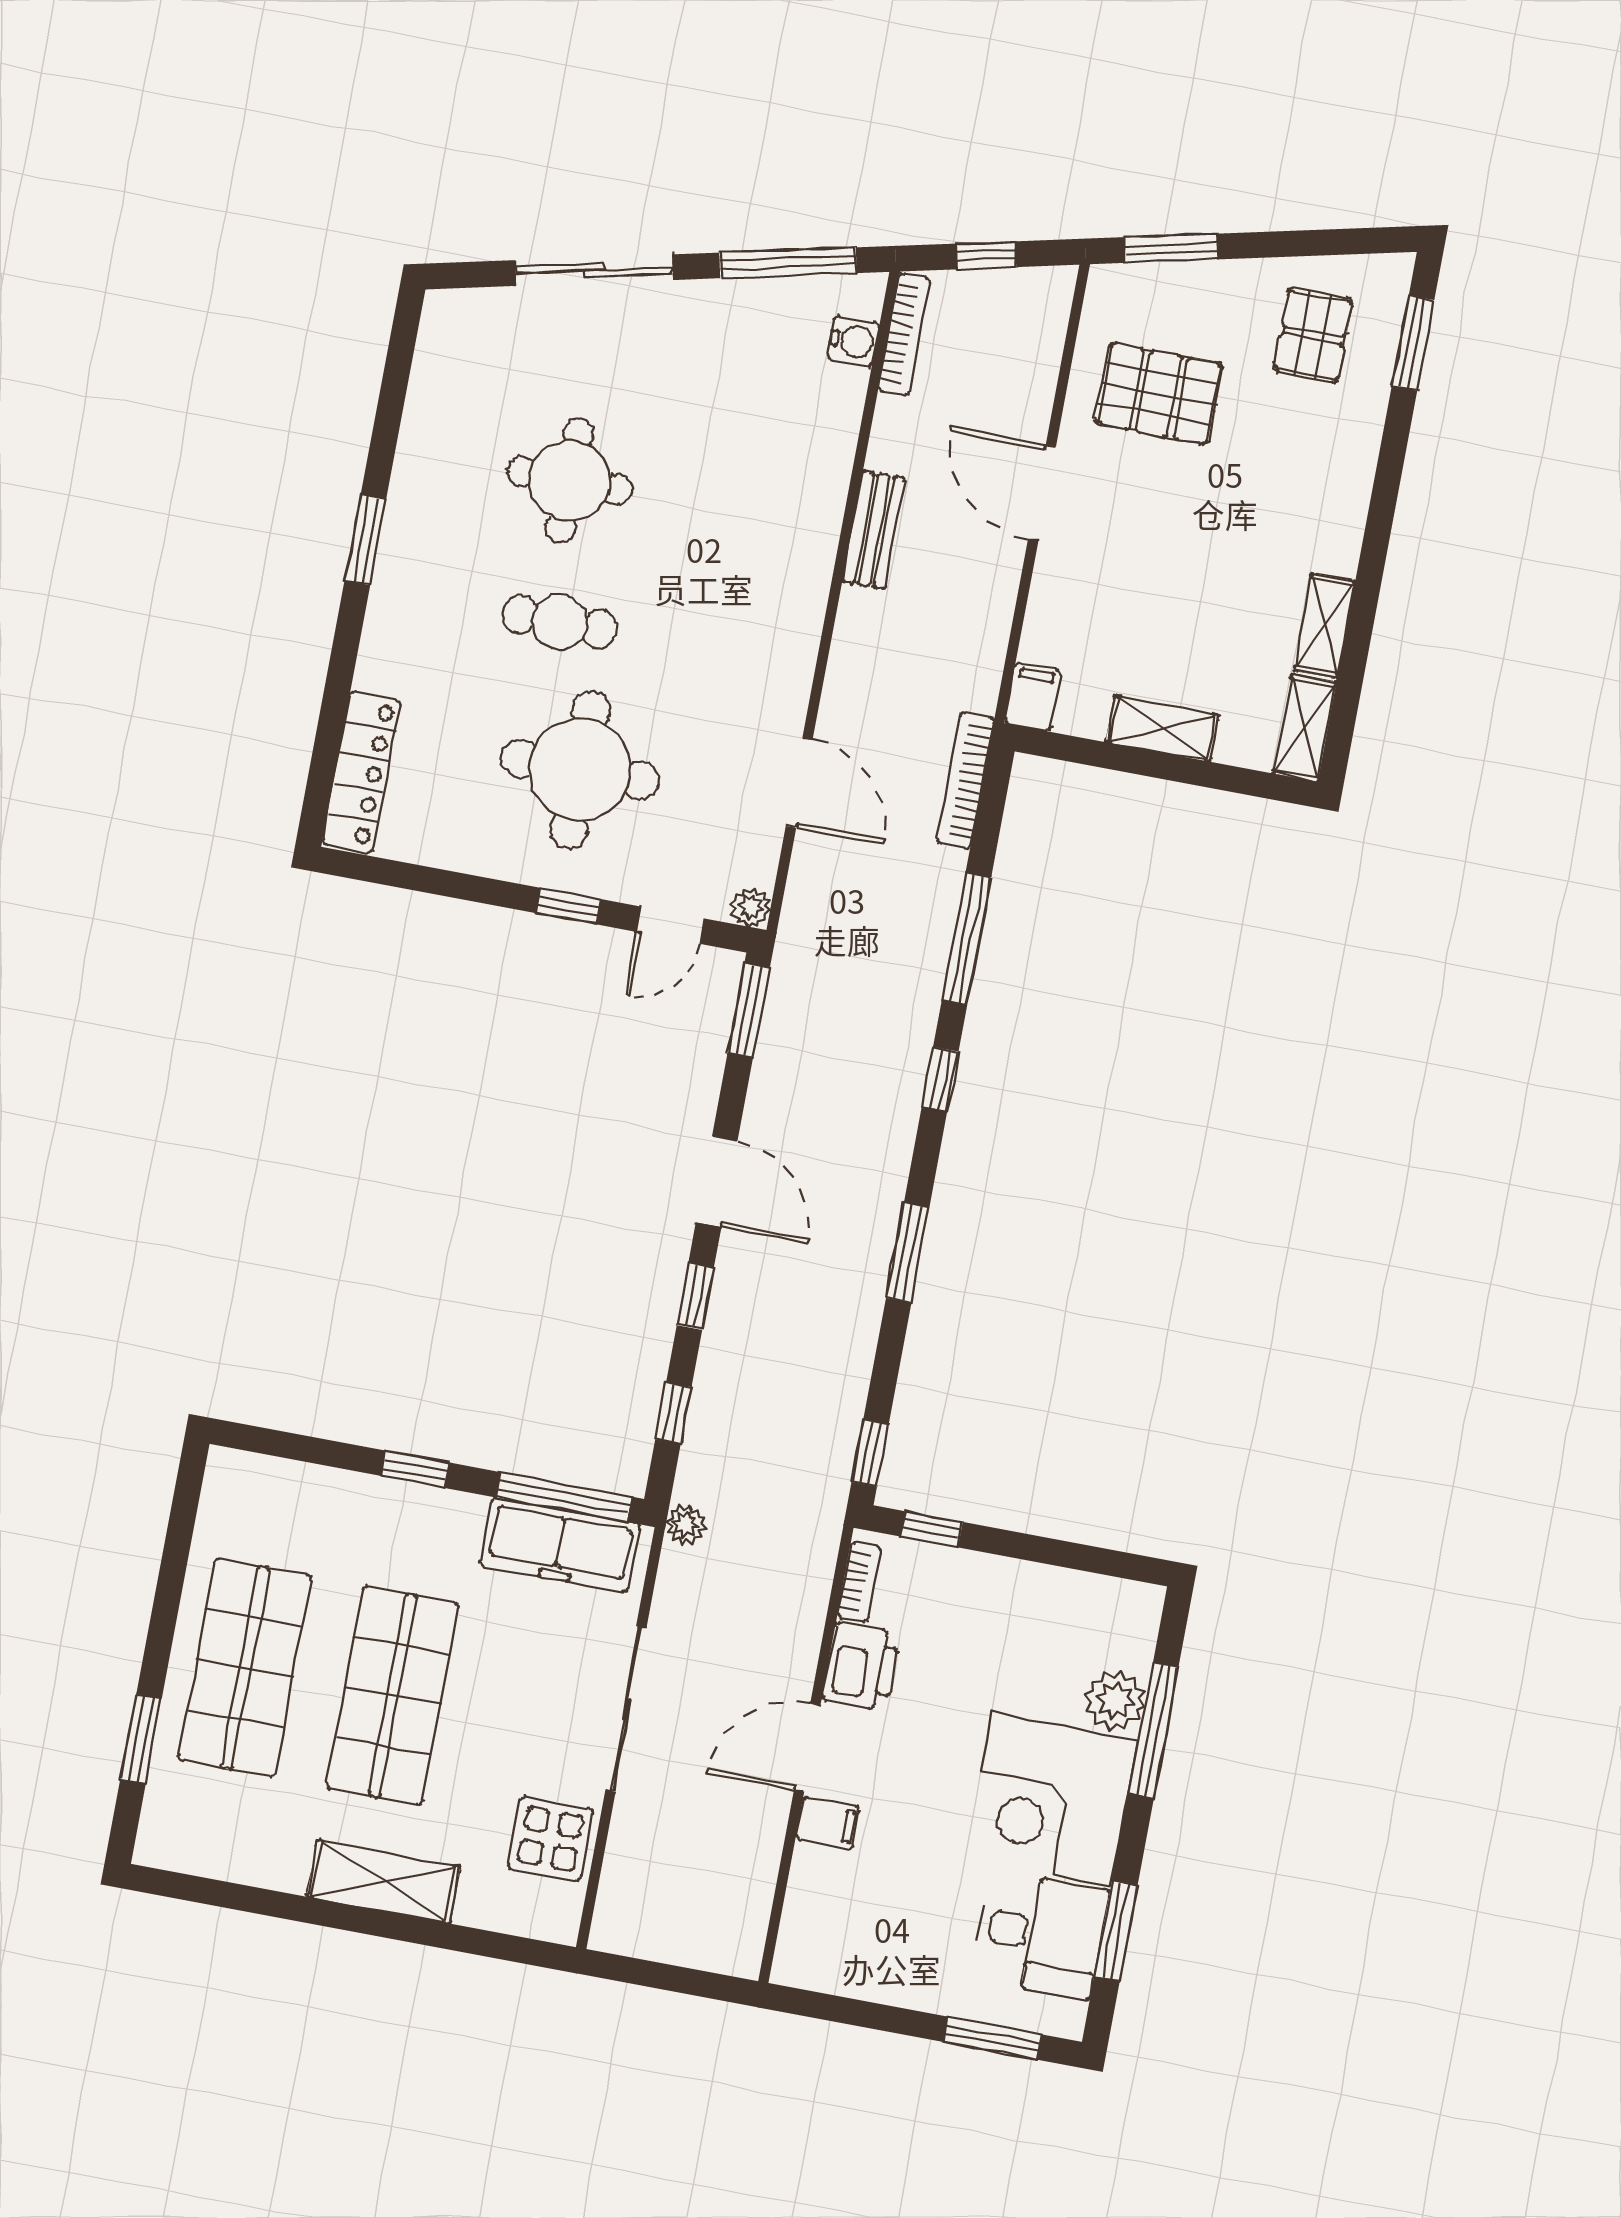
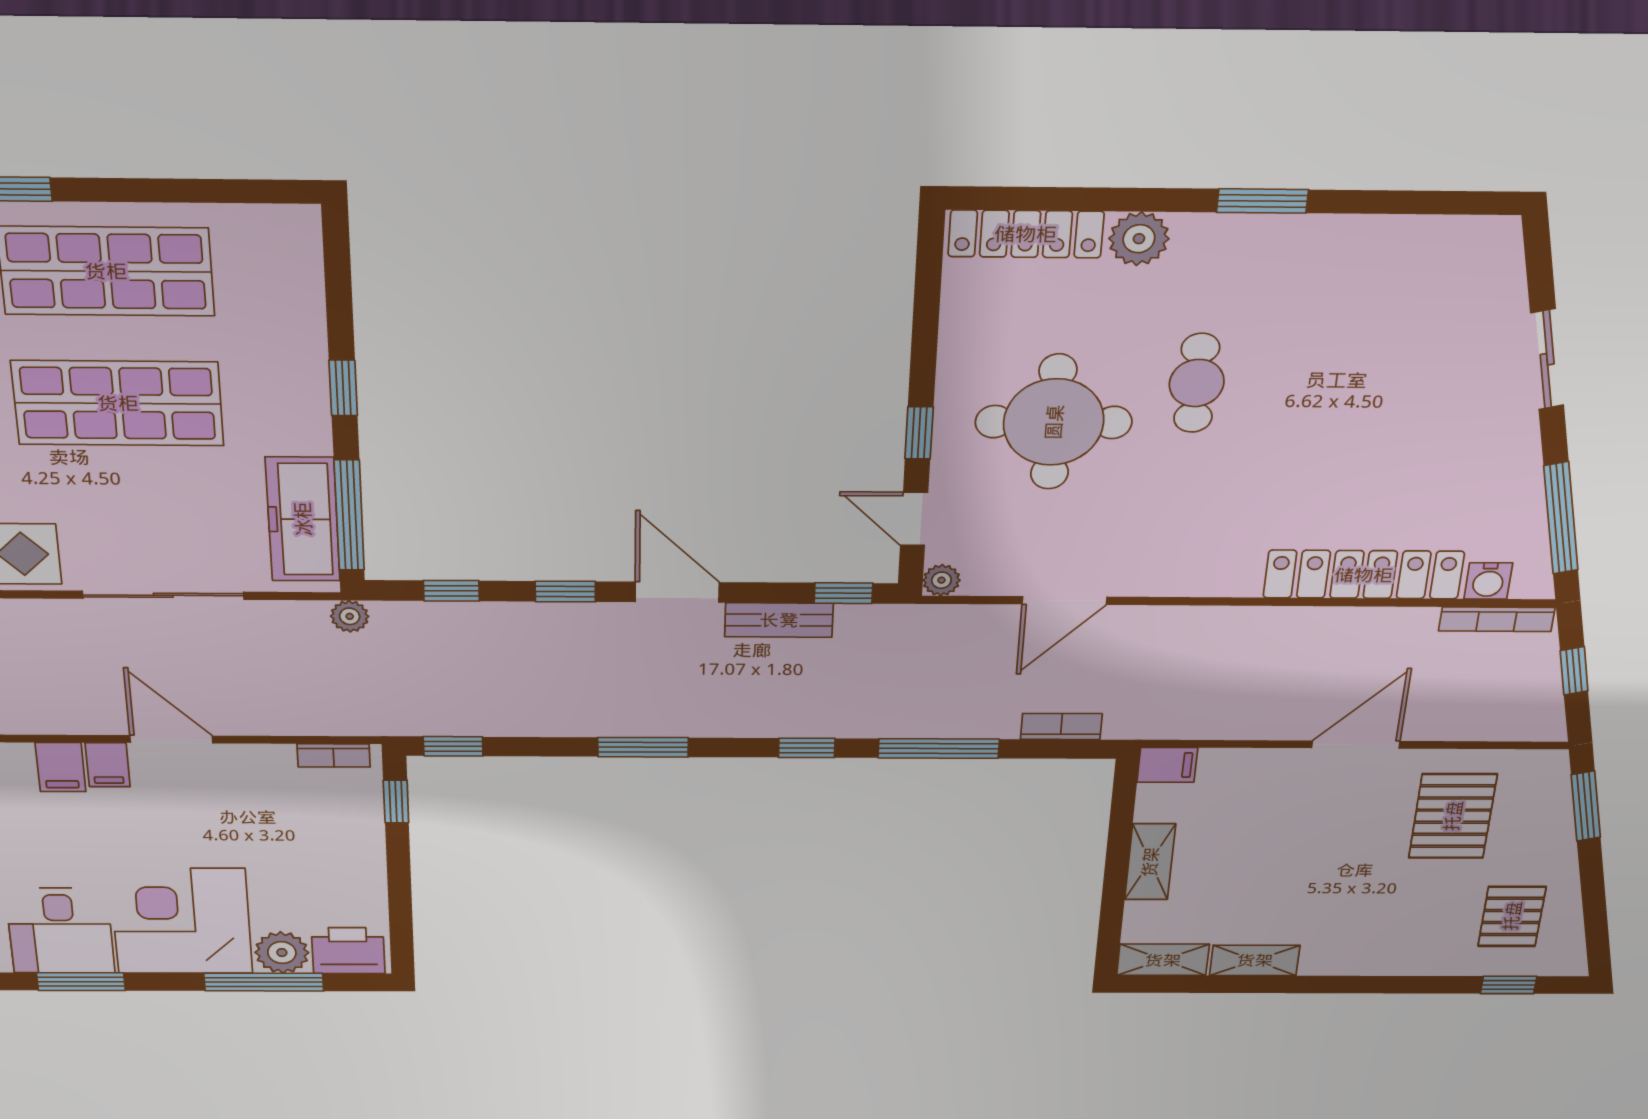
sliding door: (594, 270) -> (1547, 359), width x0.73
pallet: (1313, 335) -> (1512, 916), turned 90
window: (1413, 343) -> (1509, 985), width x0.67
locker: (822, 470) -> (1364, 575), added
round table: (569, 481) -> (1337, 370), removed
bench: (874, 530) -> (779, 620), moved
plant: (386, 663) -> (1139, 239), added
bookcase: (965, 781) -> (1061, 726), width x0.64
window: (749, 1011) -> (843, 593), width x0.67
door: (717, 1182) -> (677, 592), swing flipped
printer: (861, 1666) -> (348, 951), moved, turned 180
filing cabinet: (822, 1873) -> (61, 767), added

